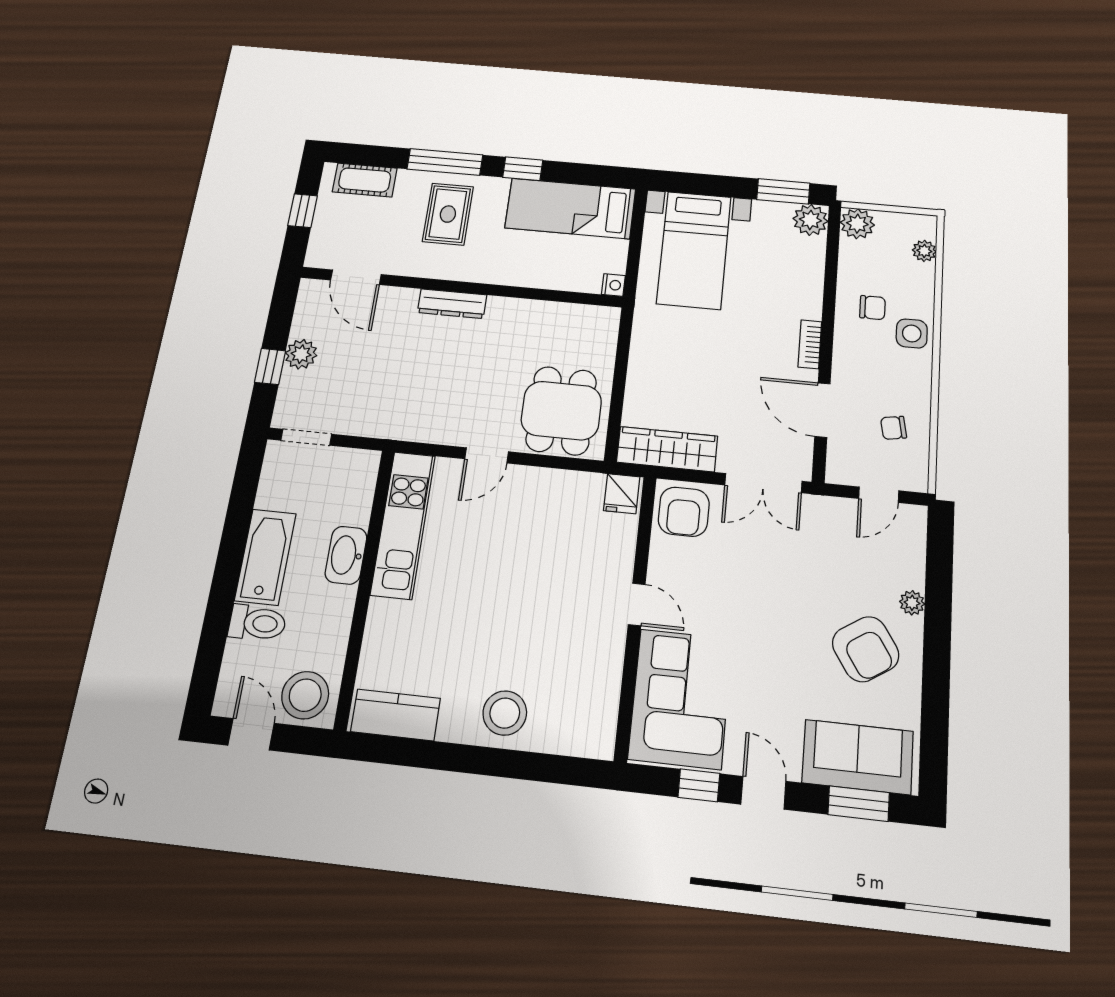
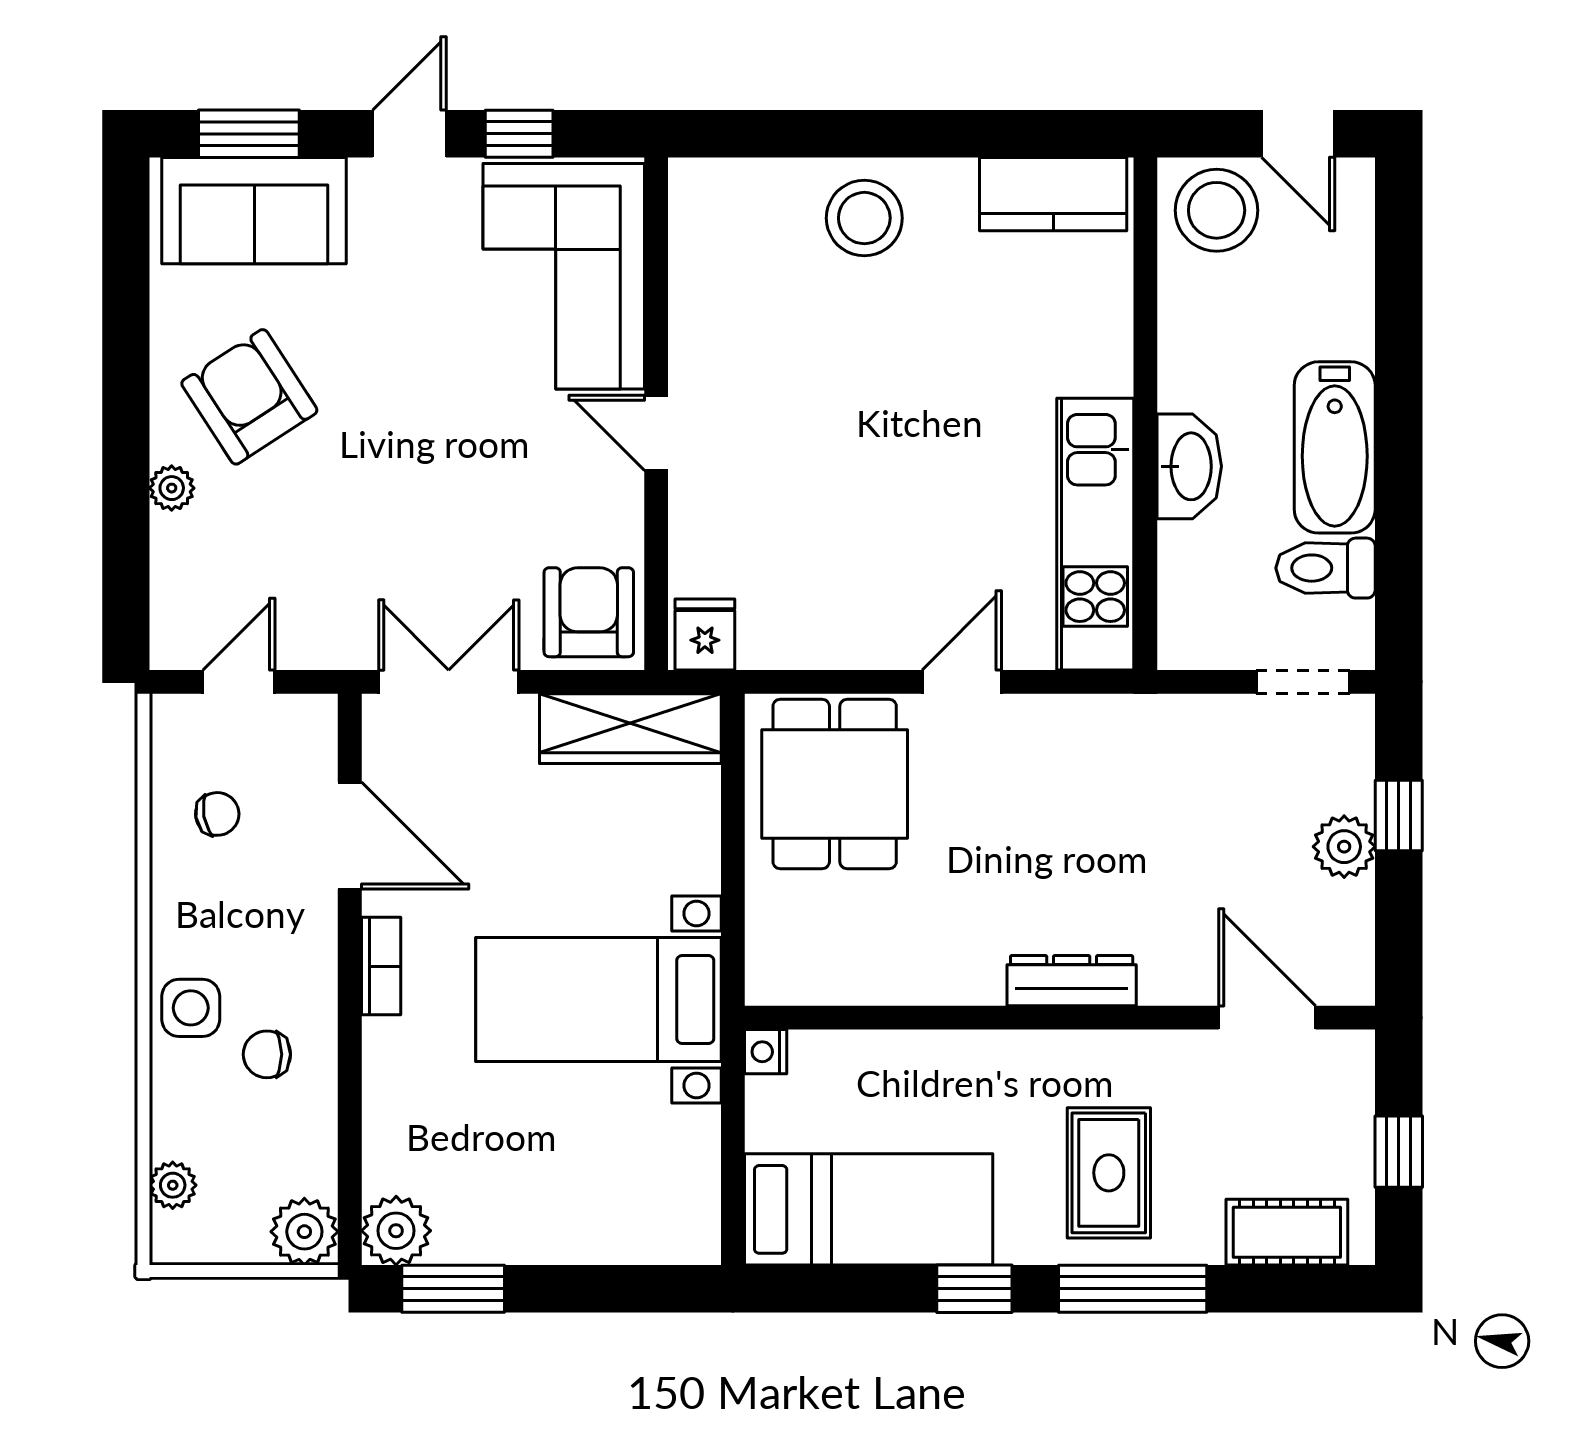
bed with nightstands: (694, 250) -> (598, 999), moved, turned -90
toilet: (257, 623) -> (1326, 568), moved
door: (763, 793) -> (409, 134), swing flipped

